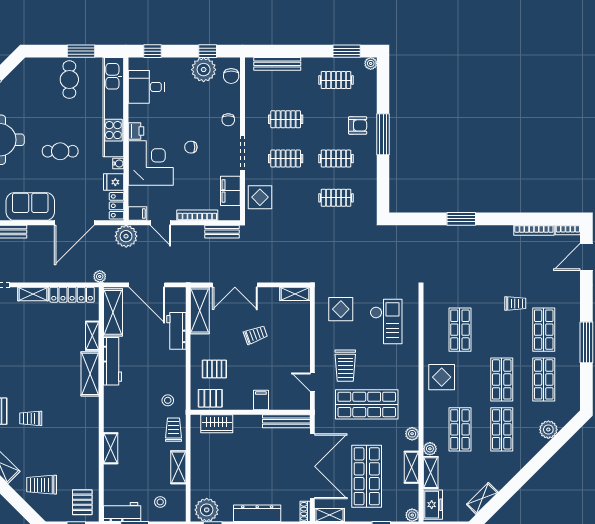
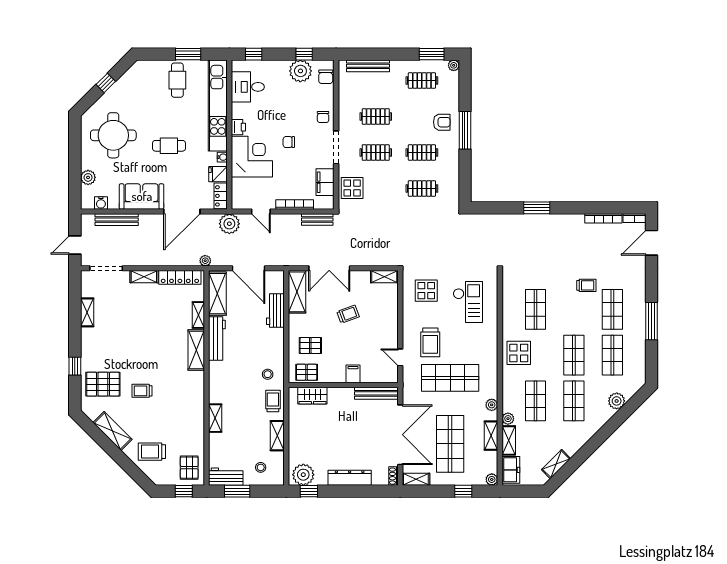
filing cabinet: (137, 214) -> (240, 203), removed

